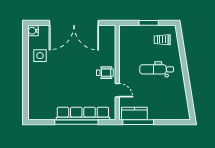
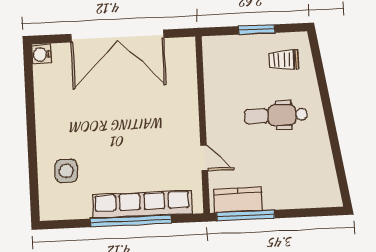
side table: (40, 56) -> (66, 171), moved
wheelchair: (105, 73) -> (179, 126), removed

